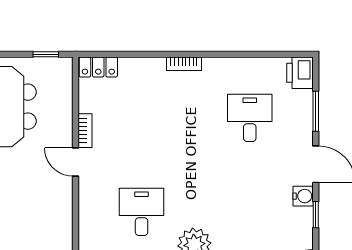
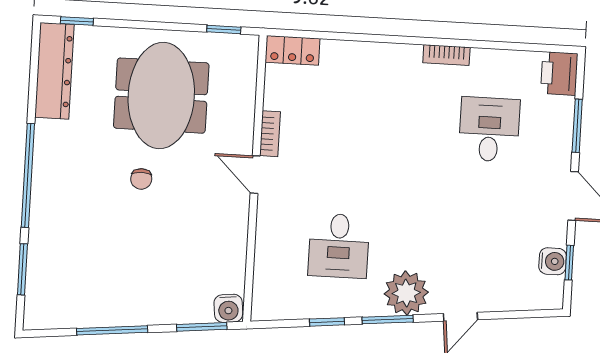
bookcase: (184, 64) -> (446, 55), moved
water cooler: (303, 196) -> (553, 261), moved
desk: (142, 212) -> (339, 246), turned 180

